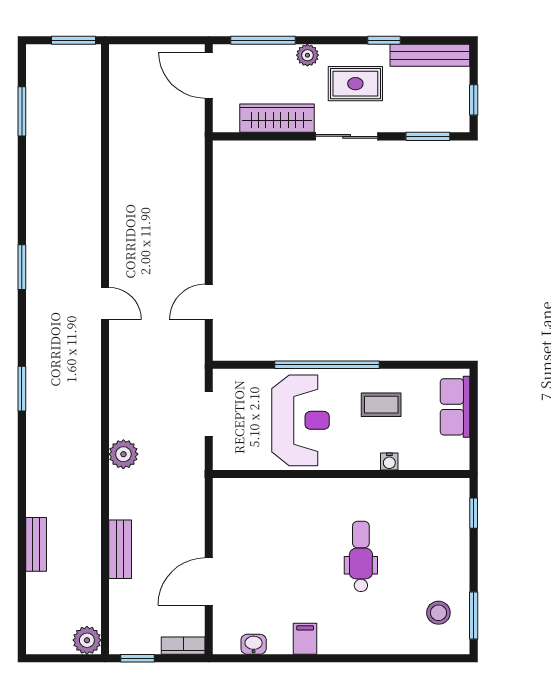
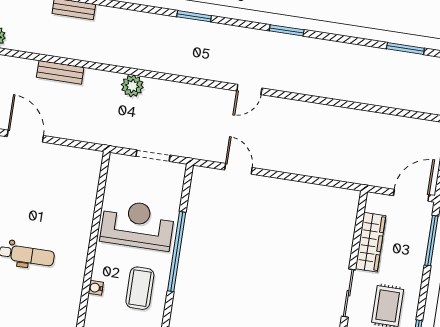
plant: (307, 55) -> (415, 273), removed
coffee table: (381, 405) -> (140, 288), width x1.36, depth x1.30
reception desk: (300, 420) -> (137, 225), turned 180

